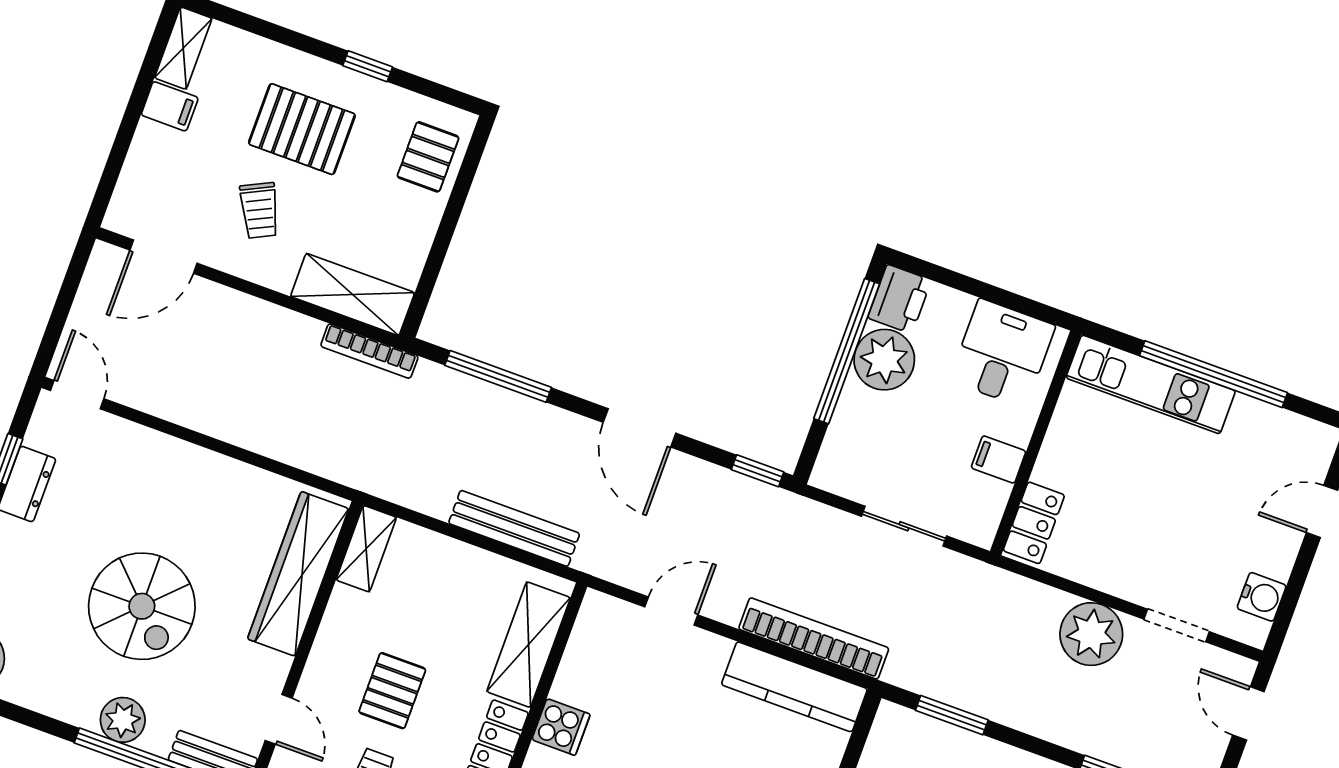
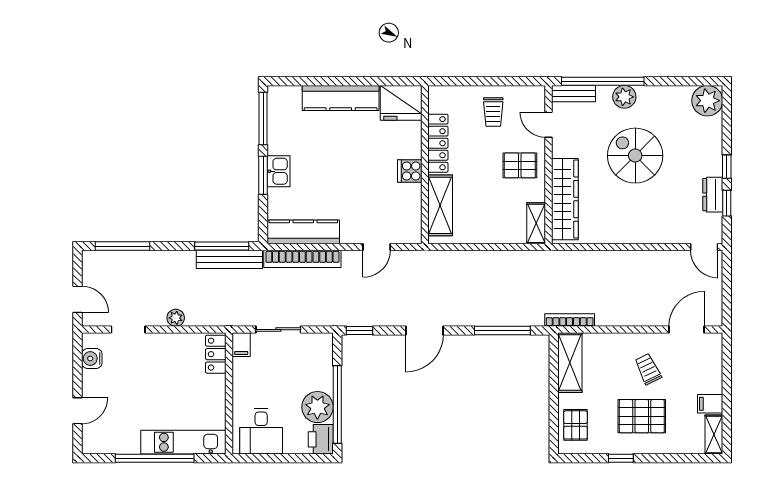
shelving: (353, 294) -> (570, 363), moved, turned 90
door: (640, 428) -> (425, 331), swing flipped
filing cabinet: (999, 459) -> (241, 345), moved, turned 90
bench: (514, 528) -> (229, 259), moved
plant: (1091, 634) -> (176, 318), width x0.53, depth x0.53
pallet: (392, 691) -> (520, 165), moved, turned 90
window: (952, 715) -> (222, 246), width x1.44

